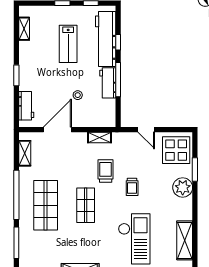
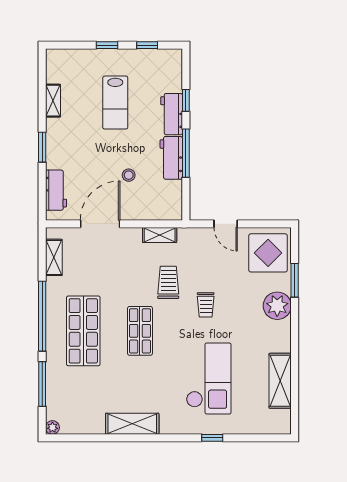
shelving: (24, 29) -> (53, 101), moved
workbench: (106, 39) -> (172, 114), width x0.53, depth x0.76

